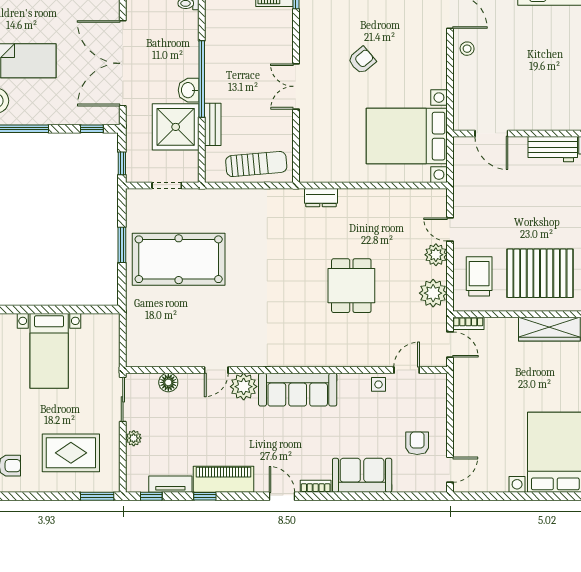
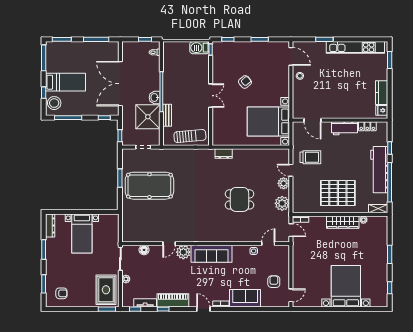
double door: (296, 86) -> (211, 96), swing flipped
trolley: (479, 276) -> (310, 157), moved, turned 90
dining table: (351, 286) -> (240, 199), turned 90
rug: (71, 453) -> (106, 290), moved, turned 90

